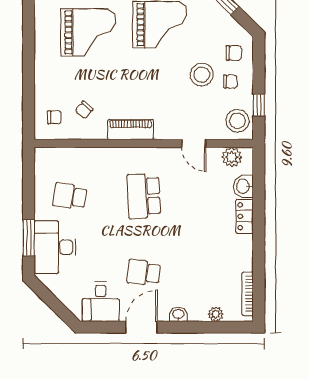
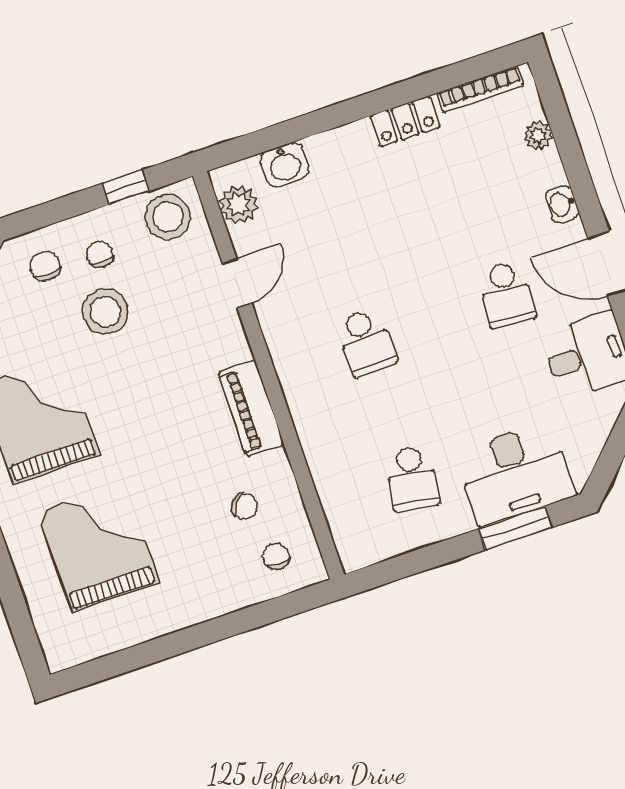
school desk: (144, 196) -> (366, 342), width x0.54
locker: (245, 216) -> (405, 121), moved

